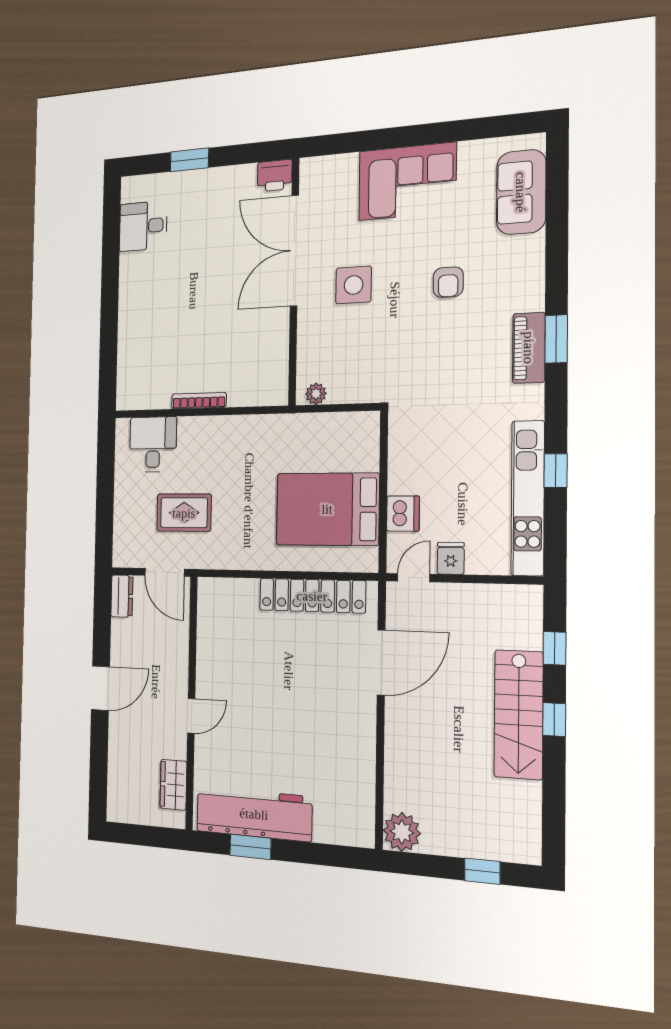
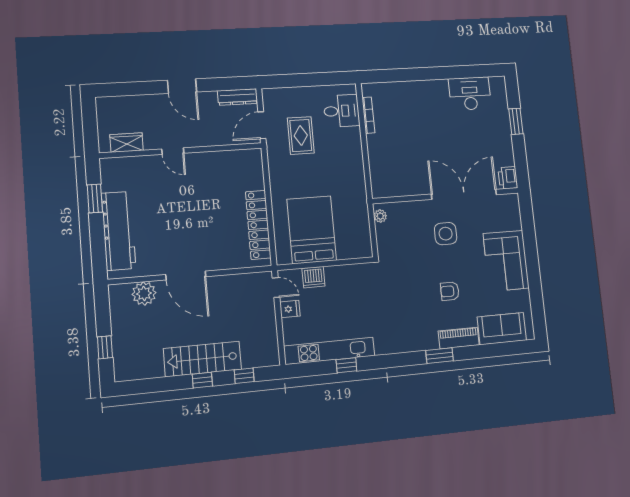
desk: (143, 226) -> (470, 94), width x1.37
window: (556, 339) -> (440, 356), moved
piano: (529, 348) -> (459, 338), moved
bookcase: (199, 401) -> (368, 115), moved
dresser: (122, 596) -> (238, 97), width x1.44
door: (381, 663) -> (186, 276), moved
workbench: (254, 814) -> (119, 231), moved
plant: (402, 832) -> (144, 294), moved

